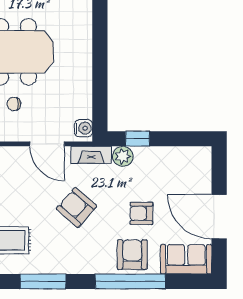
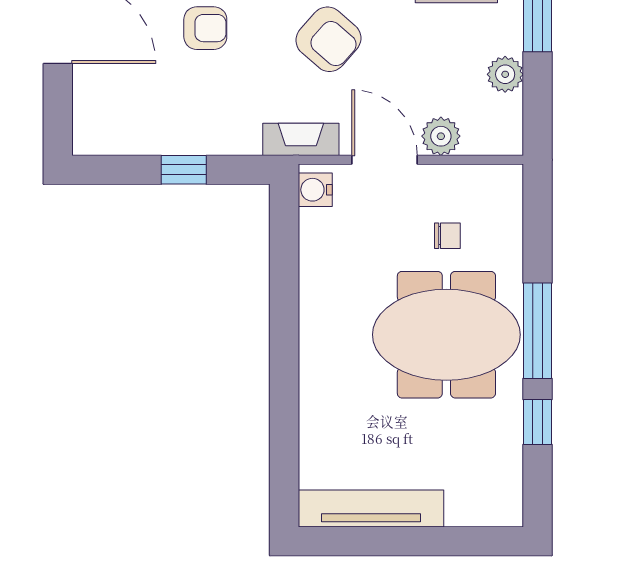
window: (138, 139) -> (184, 170), moved
plant: (123, 156) -> (441, 136), moved

